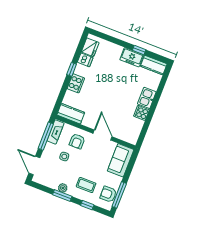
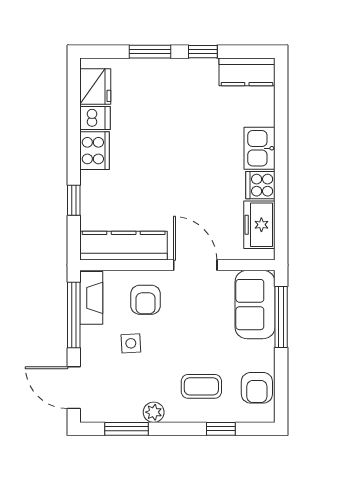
window: (118, 42) -> (150, 52), added
freezer: (132, 57) -> (259, 225), moved, turned 90
window: (72, 69) -> (74, 200), moved
cooker: (76, 83) -> (95, 151), moved
kitchen counter: (71, 114) -> (124, 246), width x1.50
armchair: (108, 194) -> (257, 388), turned -90
window: (62, 195) -> (126, 429), moved
window: (119, 195) -> (281, 317), moved

